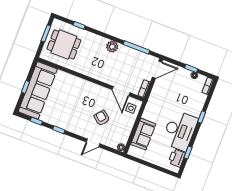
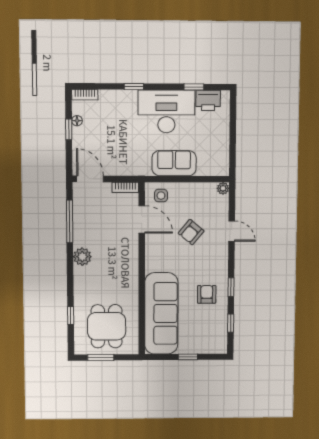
sofa: (38, 90) -> (161, 314), moved, turned 90
door: (121, 91) -> (142, 219), hinge flipped
armchair: (60, 113) -> (207, 294), added
sofa: (143, 134) -> (174, 163), moved

